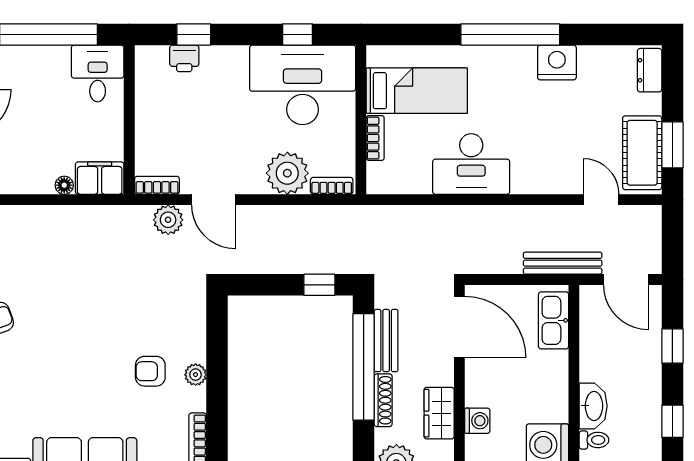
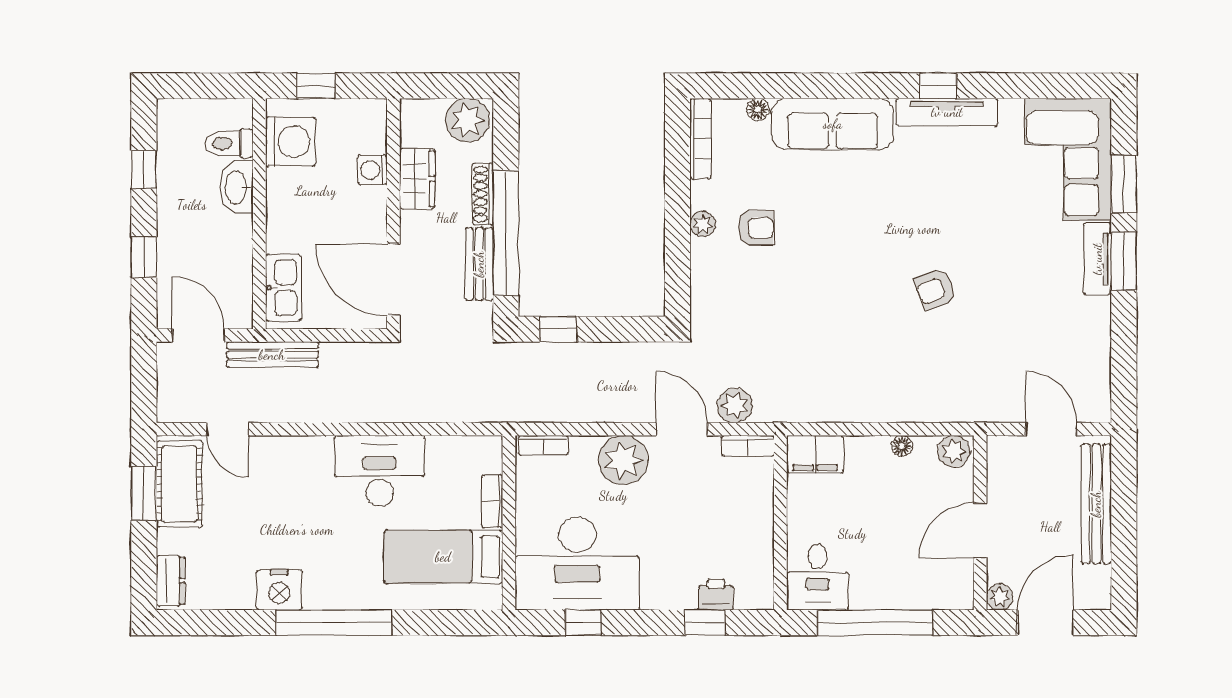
plant: (287, 173) -> (623, 460), moved
floor lamp: (64, 185) -> (902, 446), moved
toilet: (594, 440) -> (229, 143), width x1.37, depth x1.39

